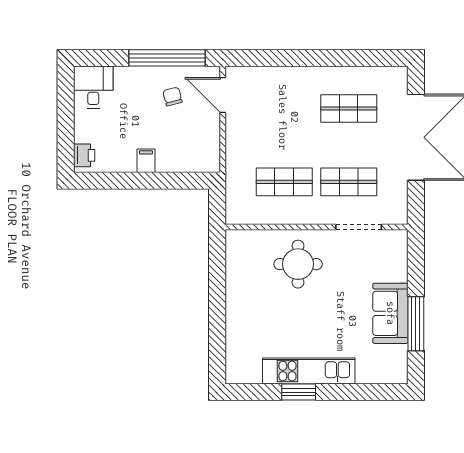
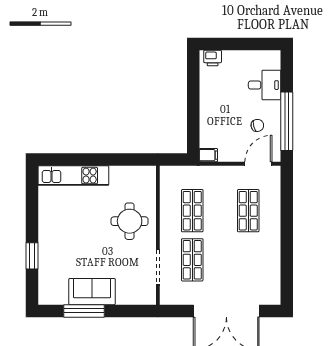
desk: (93, 87) -> (265, 85), moved
shop shelf: (349, 108) -> (248, 211), moved
filing cabinet: (146, 161) -> (208, 155), moved
kitchen unit: (309, 371) -> (73, 176), moved, turned 90
window: (299, 392) -> (32, 256), moved

